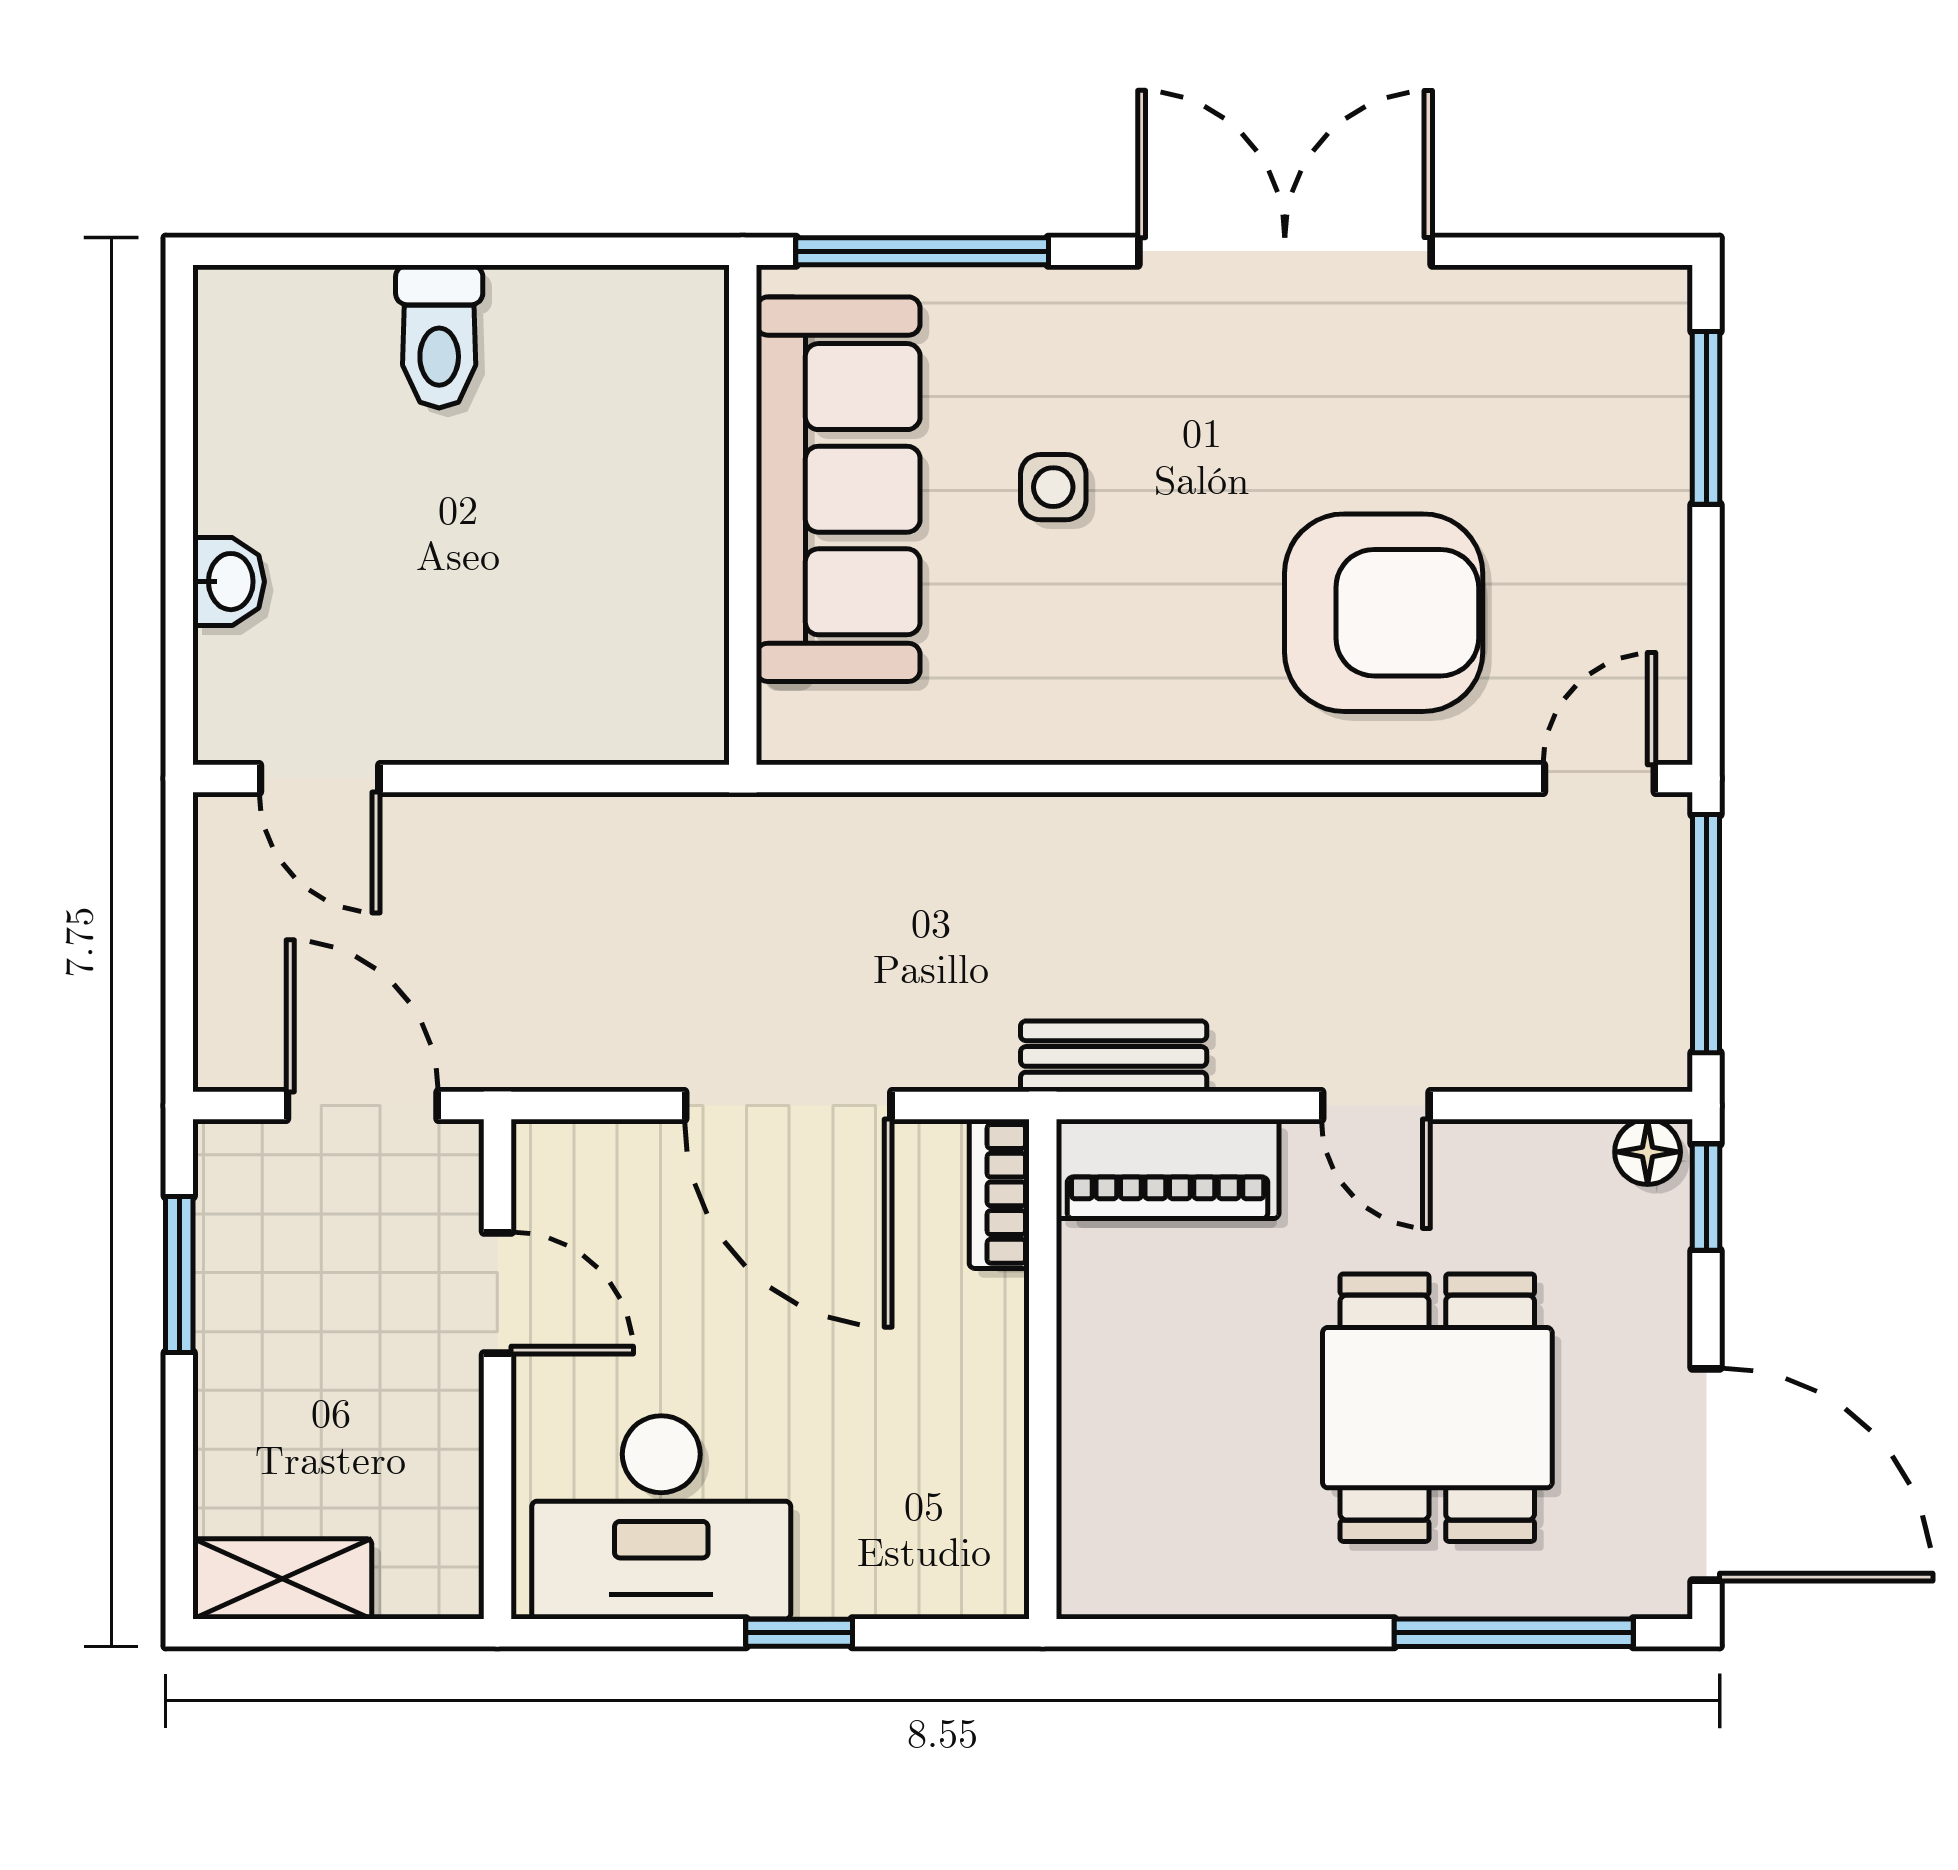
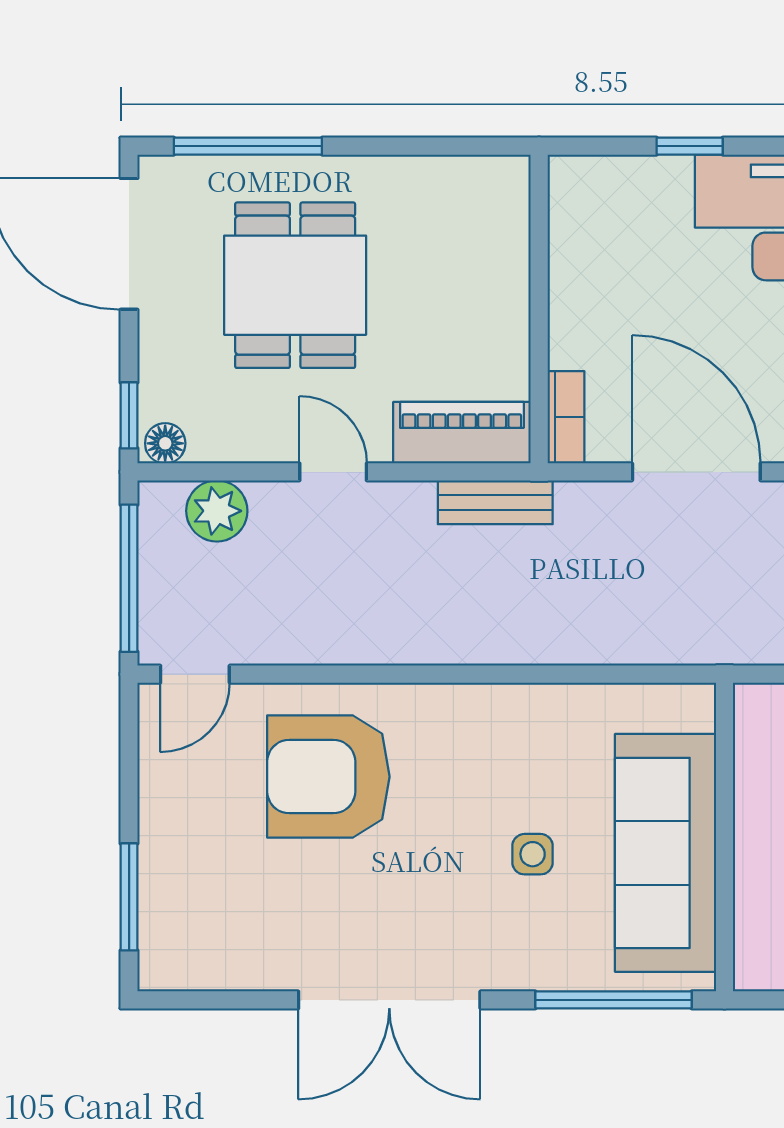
plant: (1564, 1042) -> (217, 511), added

